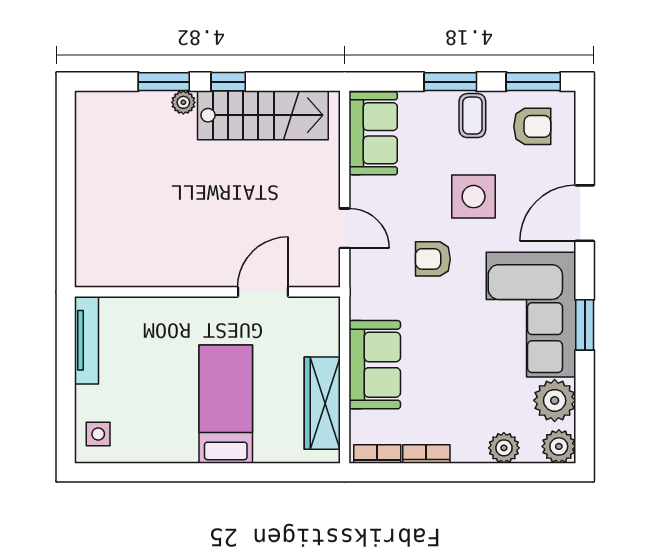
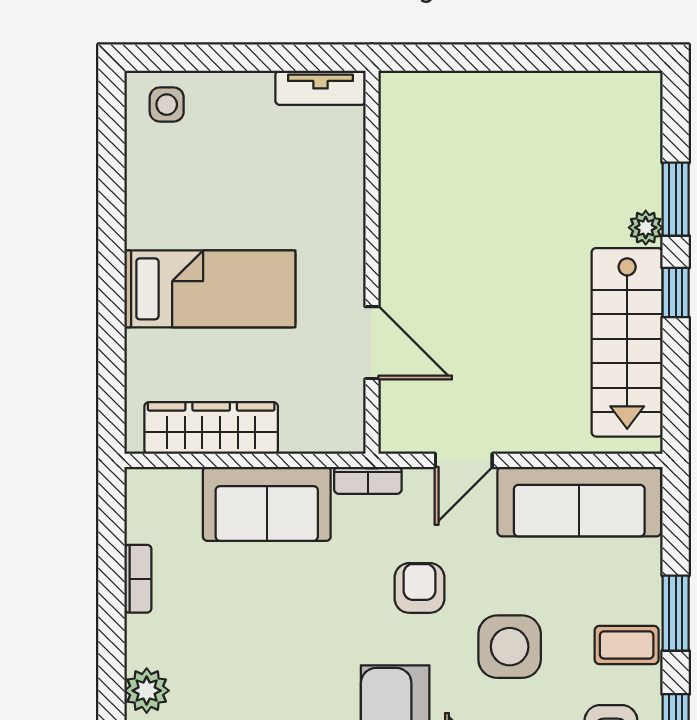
sofa: (373, 133) -> (579, 502), width x1.36
tv unit: (87, 340) -> (320, 88), width x0.71
bookcase: (377, 454) -> (368, 480), moved, turned 90

